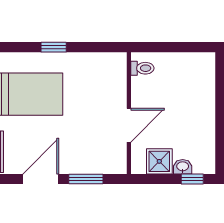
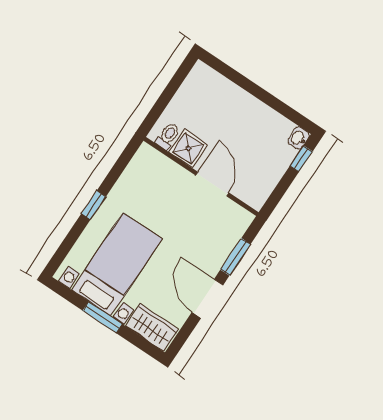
shower: (159, 161) -> (188, 148), moved
washbasin: (183, 167) -> (299, 138), moved

